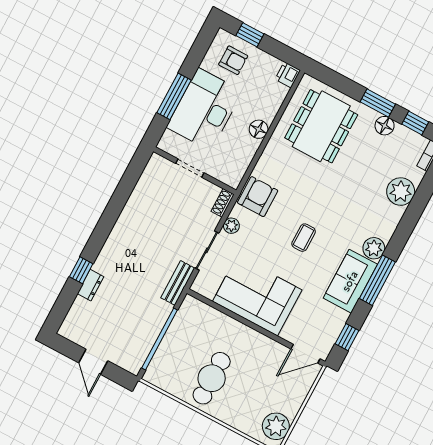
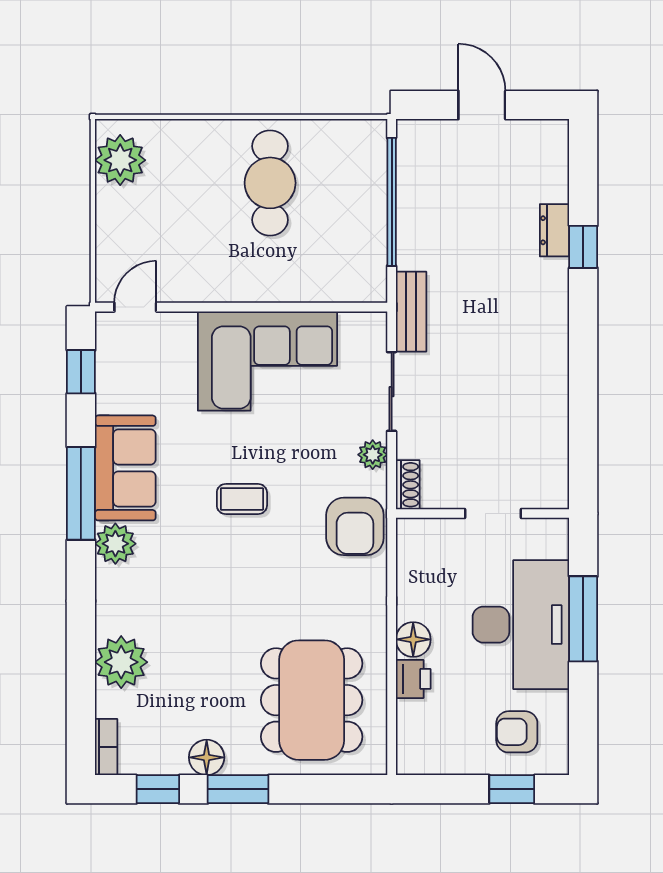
printer: (288, 75) -> (413, 679), moved
coffee table: (304, 238) -> (242, 499), turned 90
door: (306, 354) -> (135, 307), width x0.73

